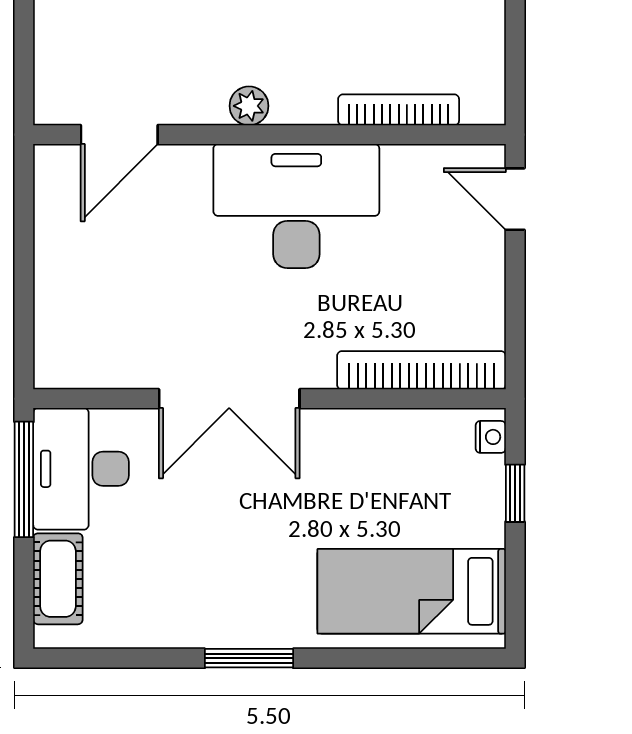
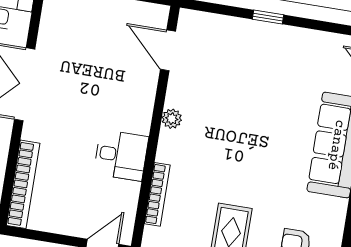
desk: (296, 206) -> (121, 155), width x0.53, depth x0.77

